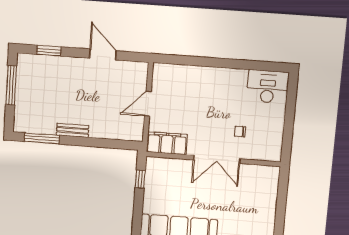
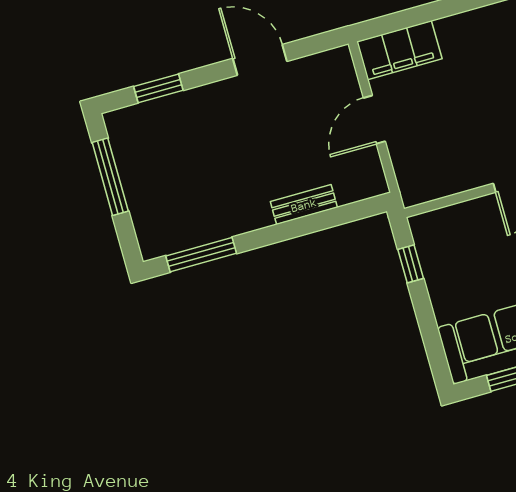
bench: (73, 130) -> (304, 205), moved
filing cabinet: (167, 143) -> (399, 50), moved, turned 180

